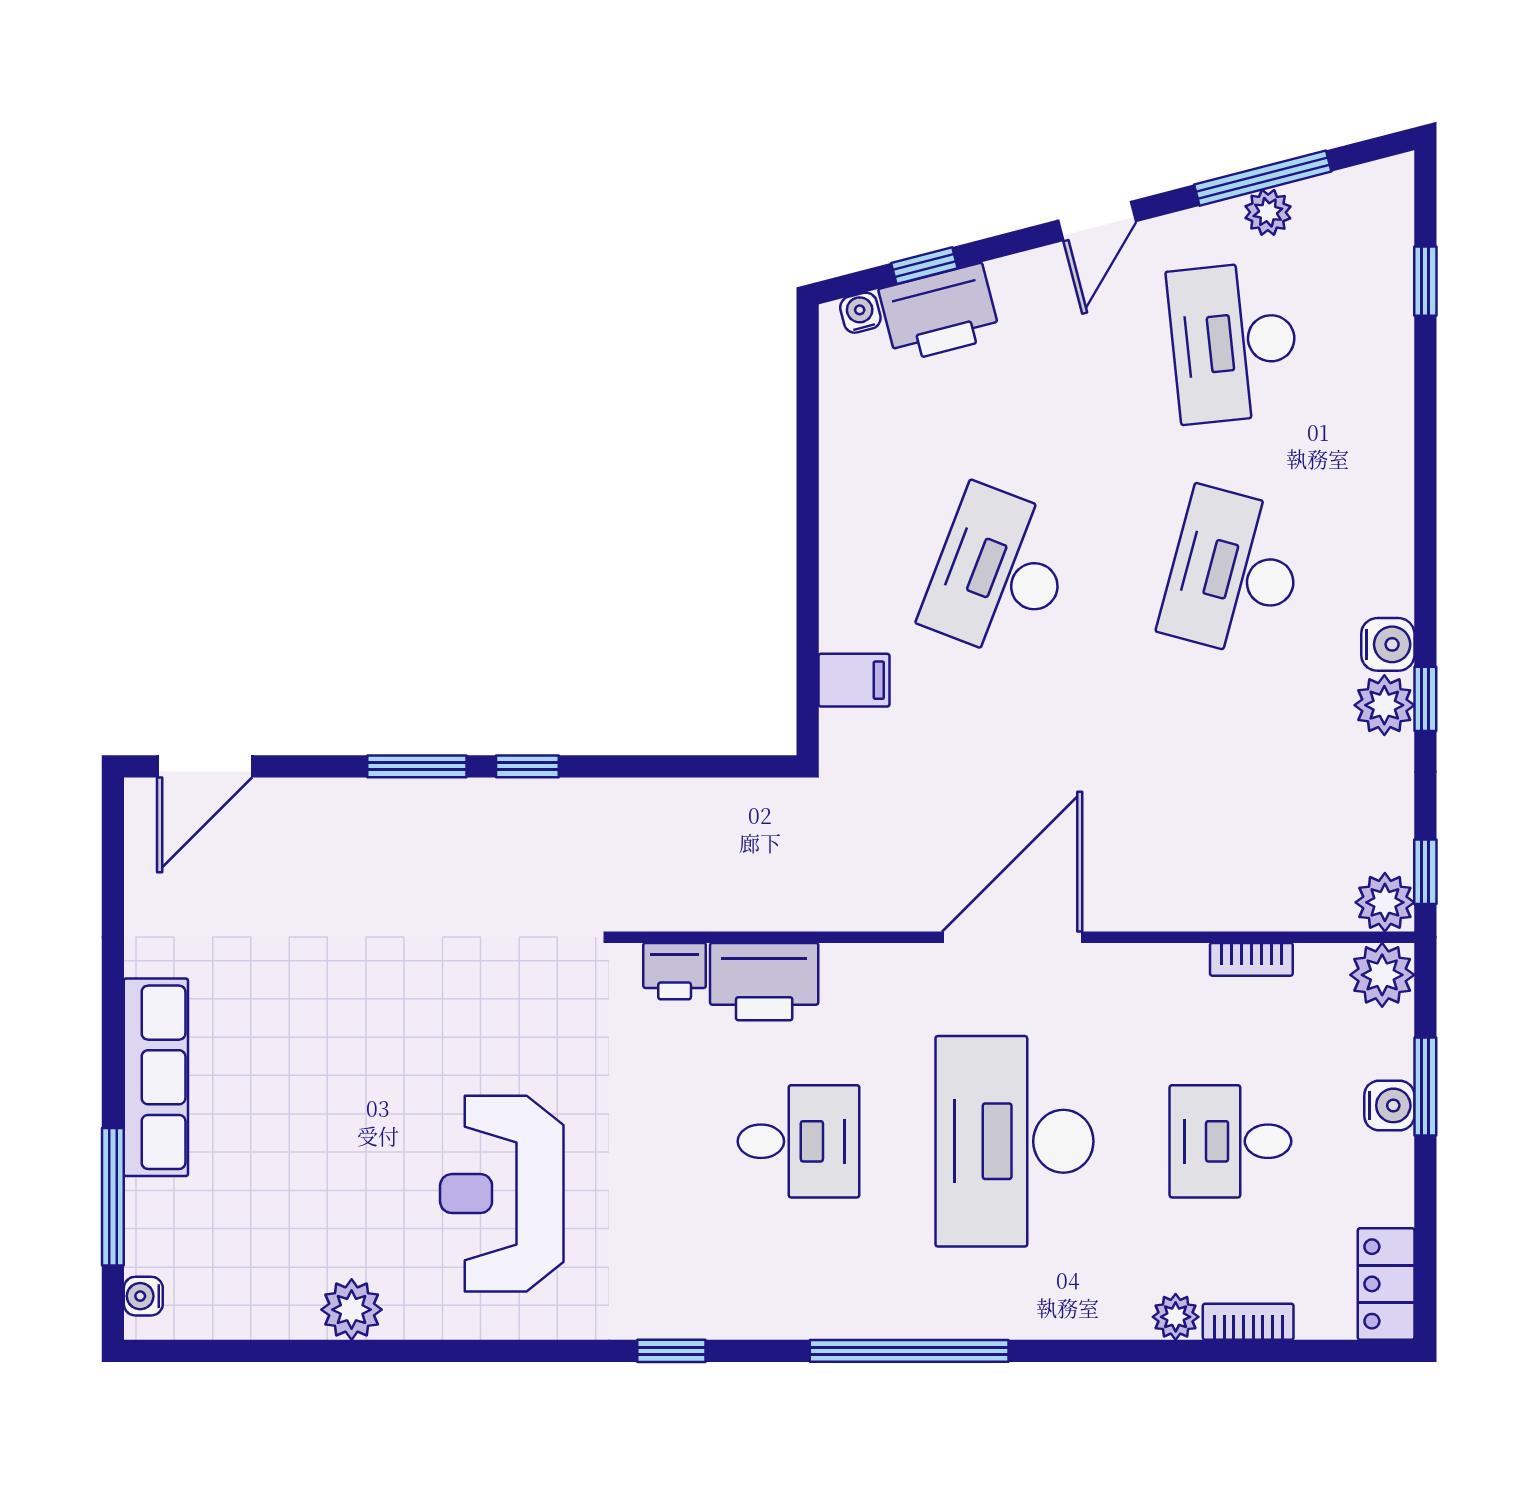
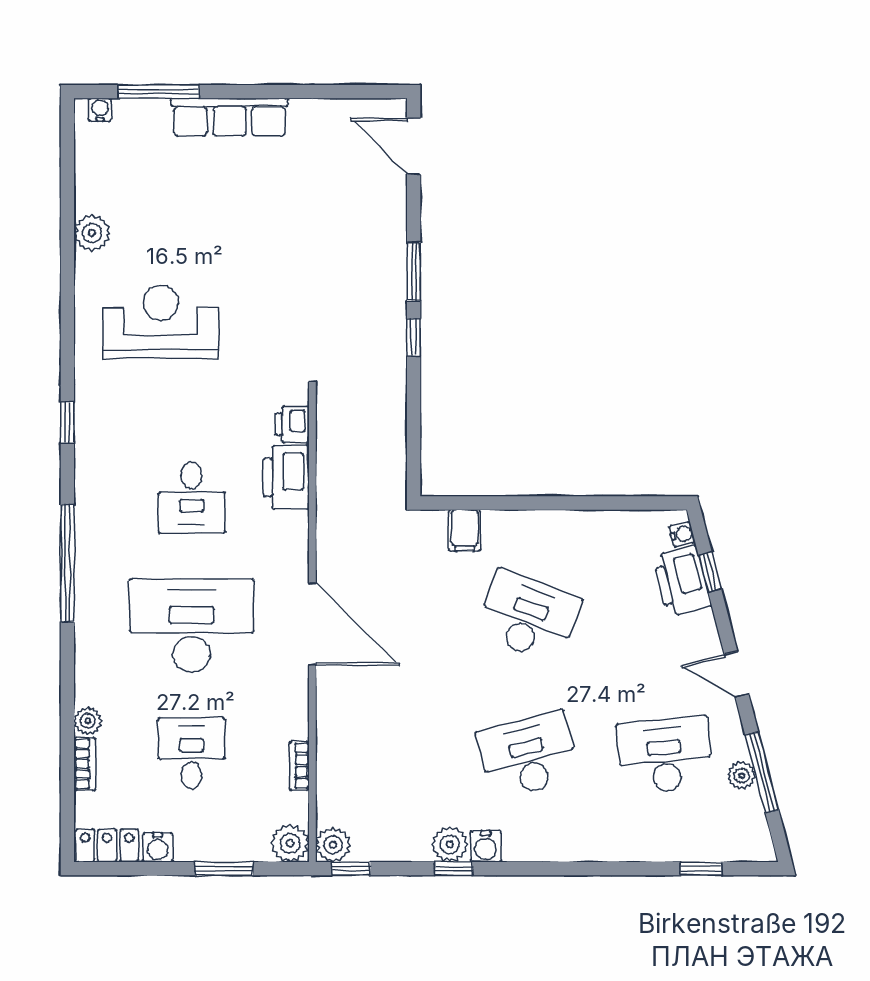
desk: (1234, 573) -> (528, 755), turned -30
water cooler: (1389, 1105) -> (158, 847), moved

